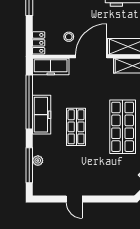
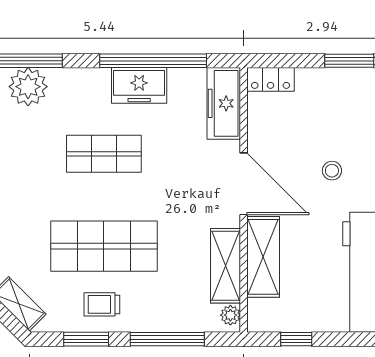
stool: (69, 37) -> (332, 171), moved
freezer: (42, 115) -> (139, 85), width x0.71
plant: (38, 161) -> (28, 87), width x1.87, depth x1.87

